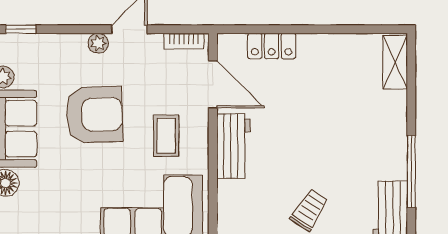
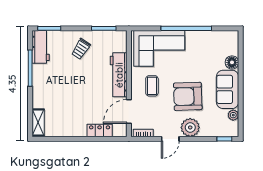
plant: (98, 43) -> (190, 127), width x1.88, depth x1.88
door: (213, 84) -> (129, 111), hinge flipped
workbench: (233, 146) -> (119, 75), width x1.38

